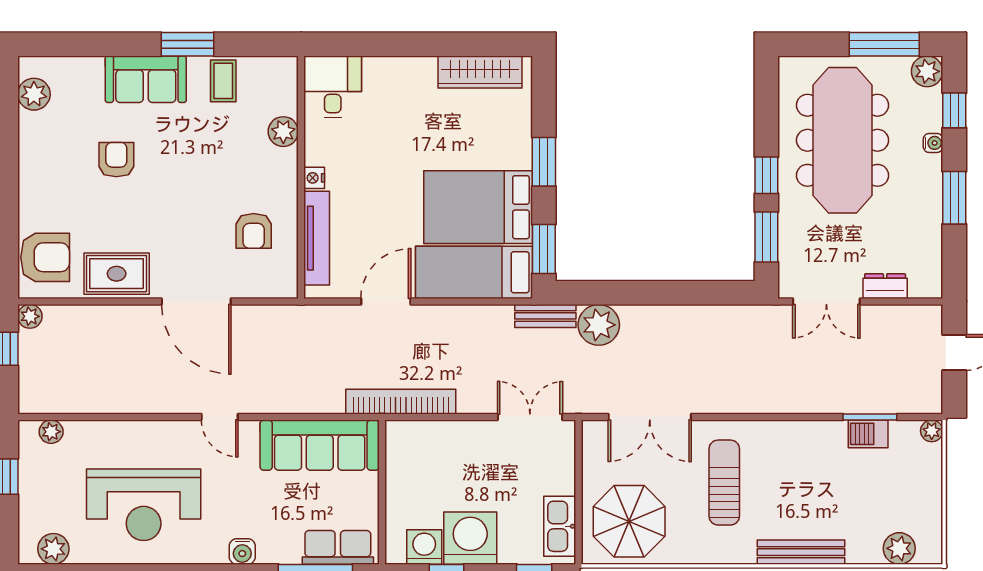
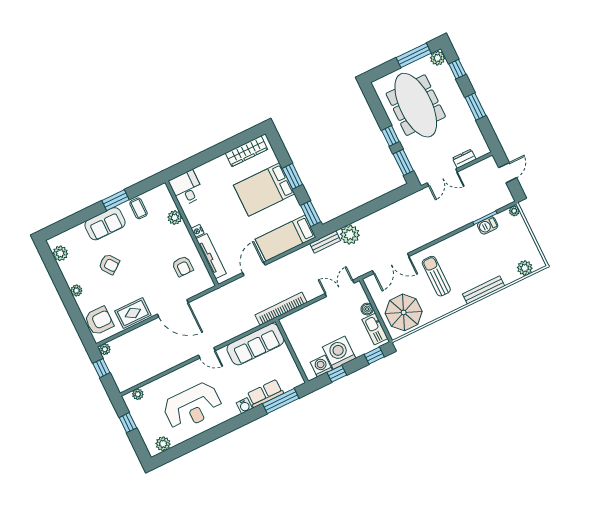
water cooler: (933, 143) -> (455, 87), removed
armchair: (116, 160) -> (109, 264), turned 143
plant: (30, 179) -> (76, 291), added
bed: (478, 207) -> (264, 190), moved
boiler: (563, 481) -> (367, 309), added
row of seats: (338, 547) -> (265, 393), moved

